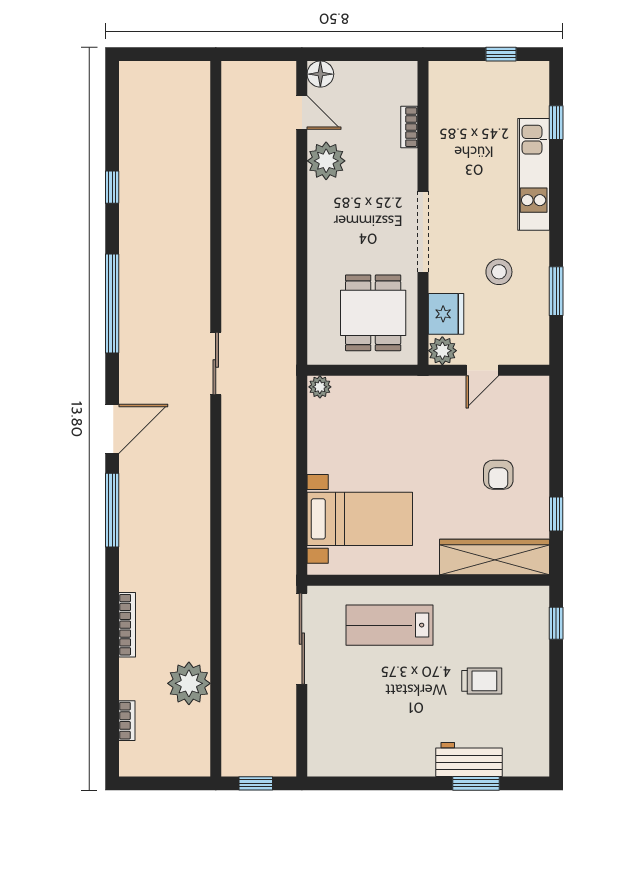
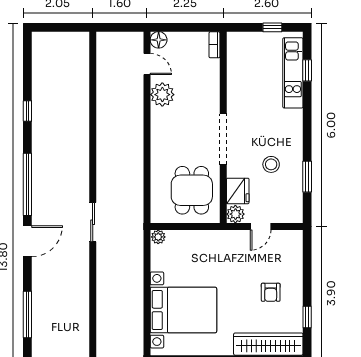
bookcase: (409, 127) -> (214, 45), moved
kitchen unit: (534, 174) -> (293, 73), moved
door: (112, 429) -> (27, 241), moved
bed with nightstands: (360, 519) -> (183, 310), width x1.36

